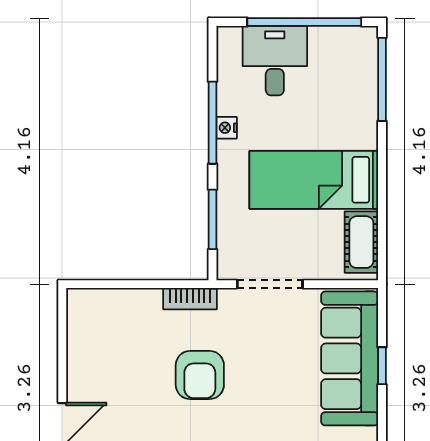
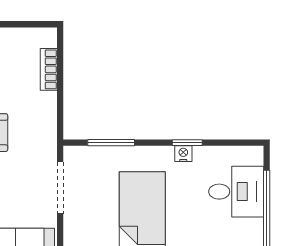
window: (212, 123) -> (187, 143), width x0.46
bookcase: (190, 299) -> (49, 69), moved

